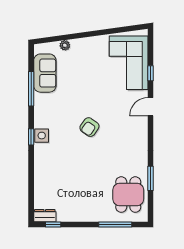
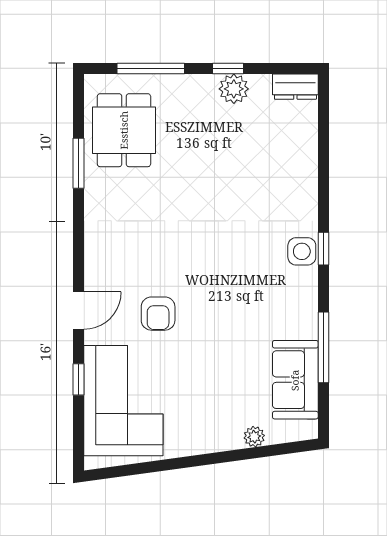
armchair: (89, 127) -> (158, 314), moved, turned 145
plant: (75, 215) -> (234, 89), added
window: (53, 225) -> (228, 68), moved

